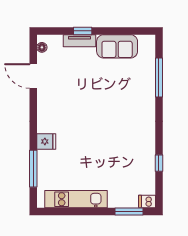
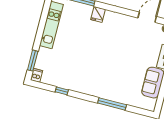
window: (159, 78) -> (112, 104), moved

